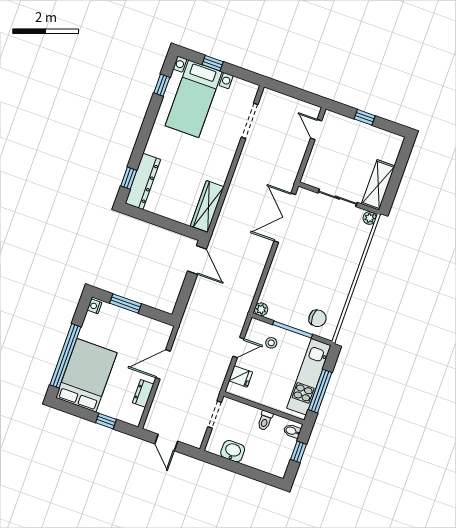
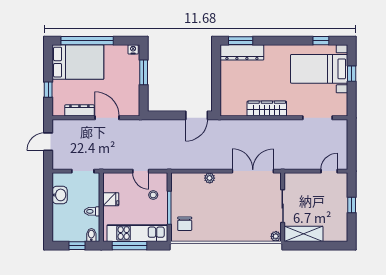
window: (129, 178) -> (241, 41), width x1.50
wardrobe: (207, 206) -> (267, 109), moved
plant: (261, 309) -> (210, 178), moved
fridge: (241, 376) -> (111, 199), moved, turned -90
dresser: (143, 393) -> (79, 110), width x1.44

